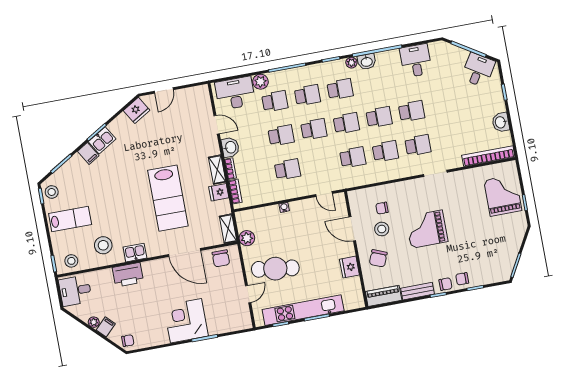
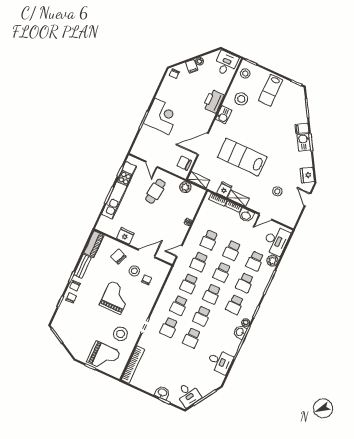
washbasin: (501, 122) -> (162, 393), moved
school desk: (320, 163) -> (199, 262), added
stool: (52, 192) -> (277, 191), moved
stool: (464, 195) -> (120, 334), added
cafe table: (275, 269) -> (155, 191), width x0.73, depth x0.74

